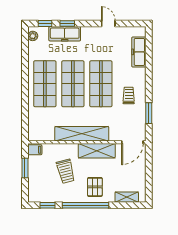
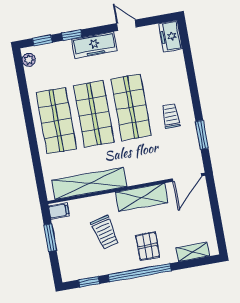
freezer: (65, 34) -> (94, 45), moved
freezer: (139, 52) -> (171, 36), moved, width x0.71
shelving: (82, 134) -> (89, 183), moved

